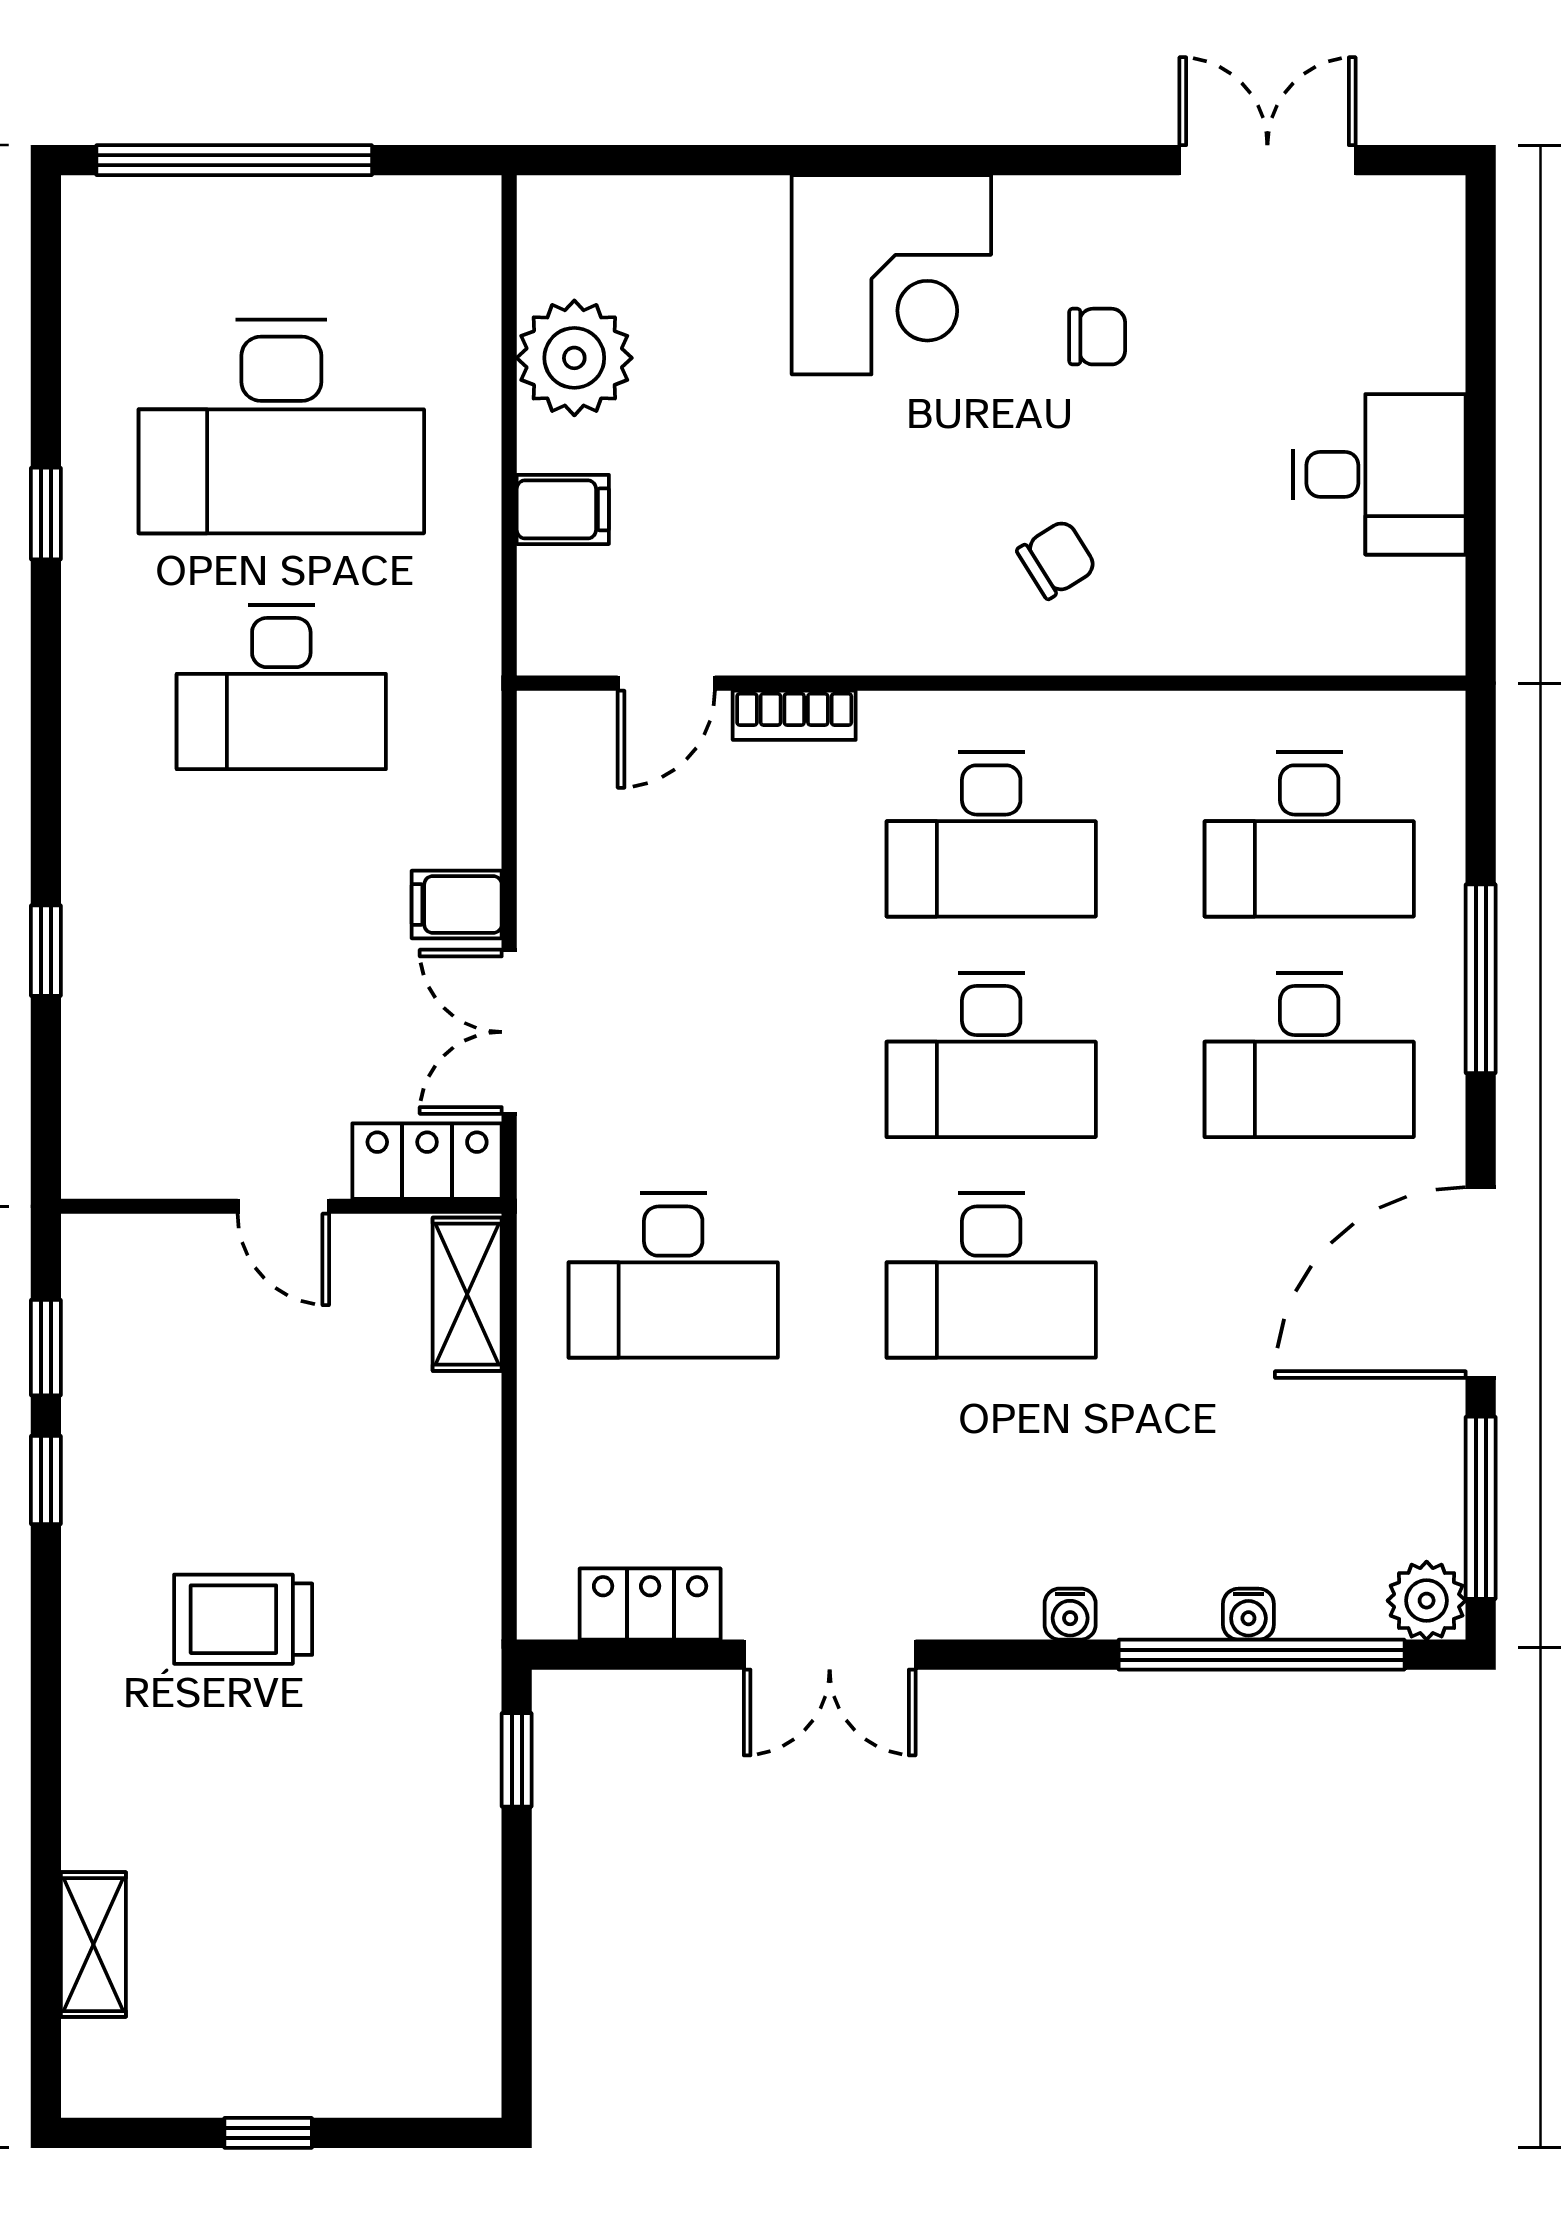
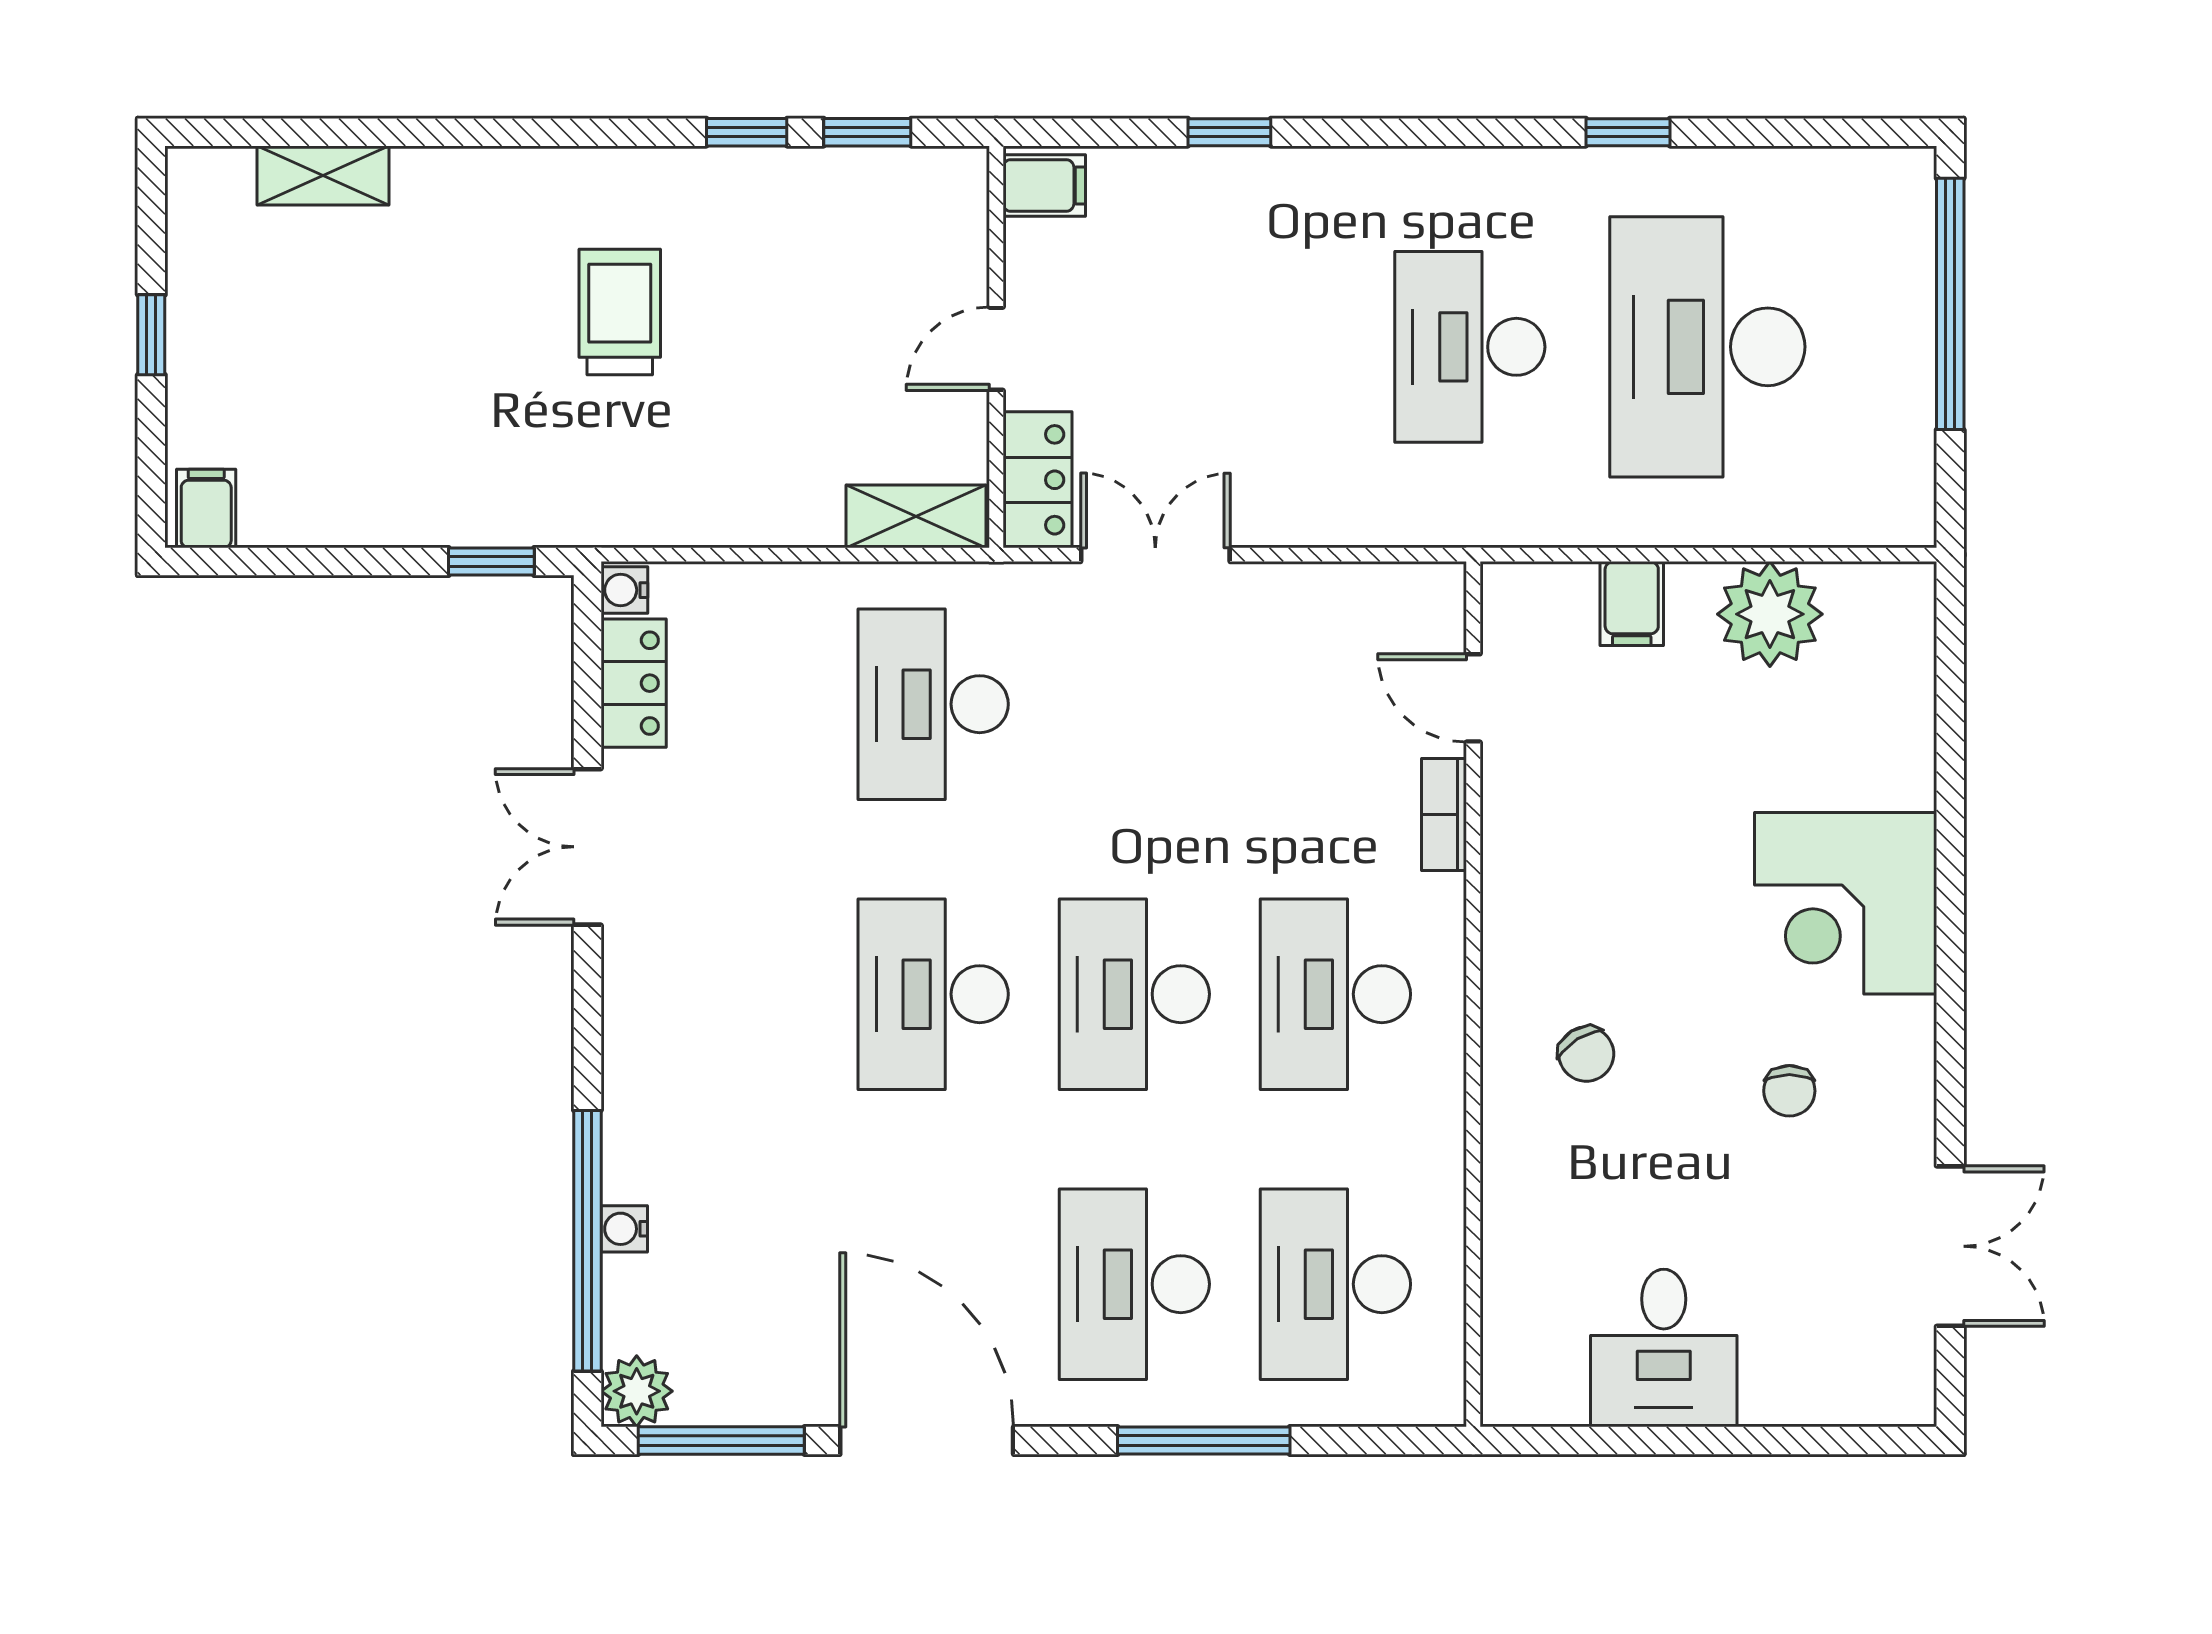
filing cabinet: (457, 905) -> (1044, 185), moved, turned 90
water cooler: (1070, 1614) -> (624, 590), moved
filing cabinet: (459, 2073) -> (206, 508), added

